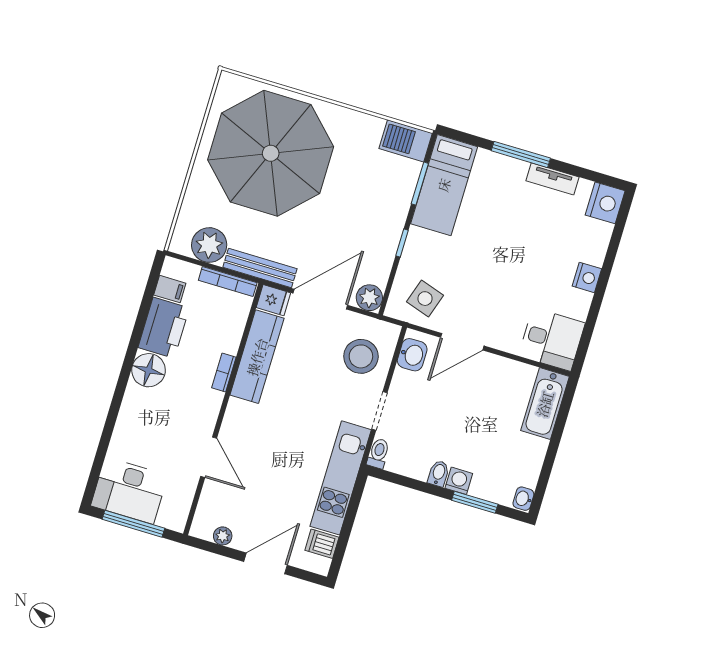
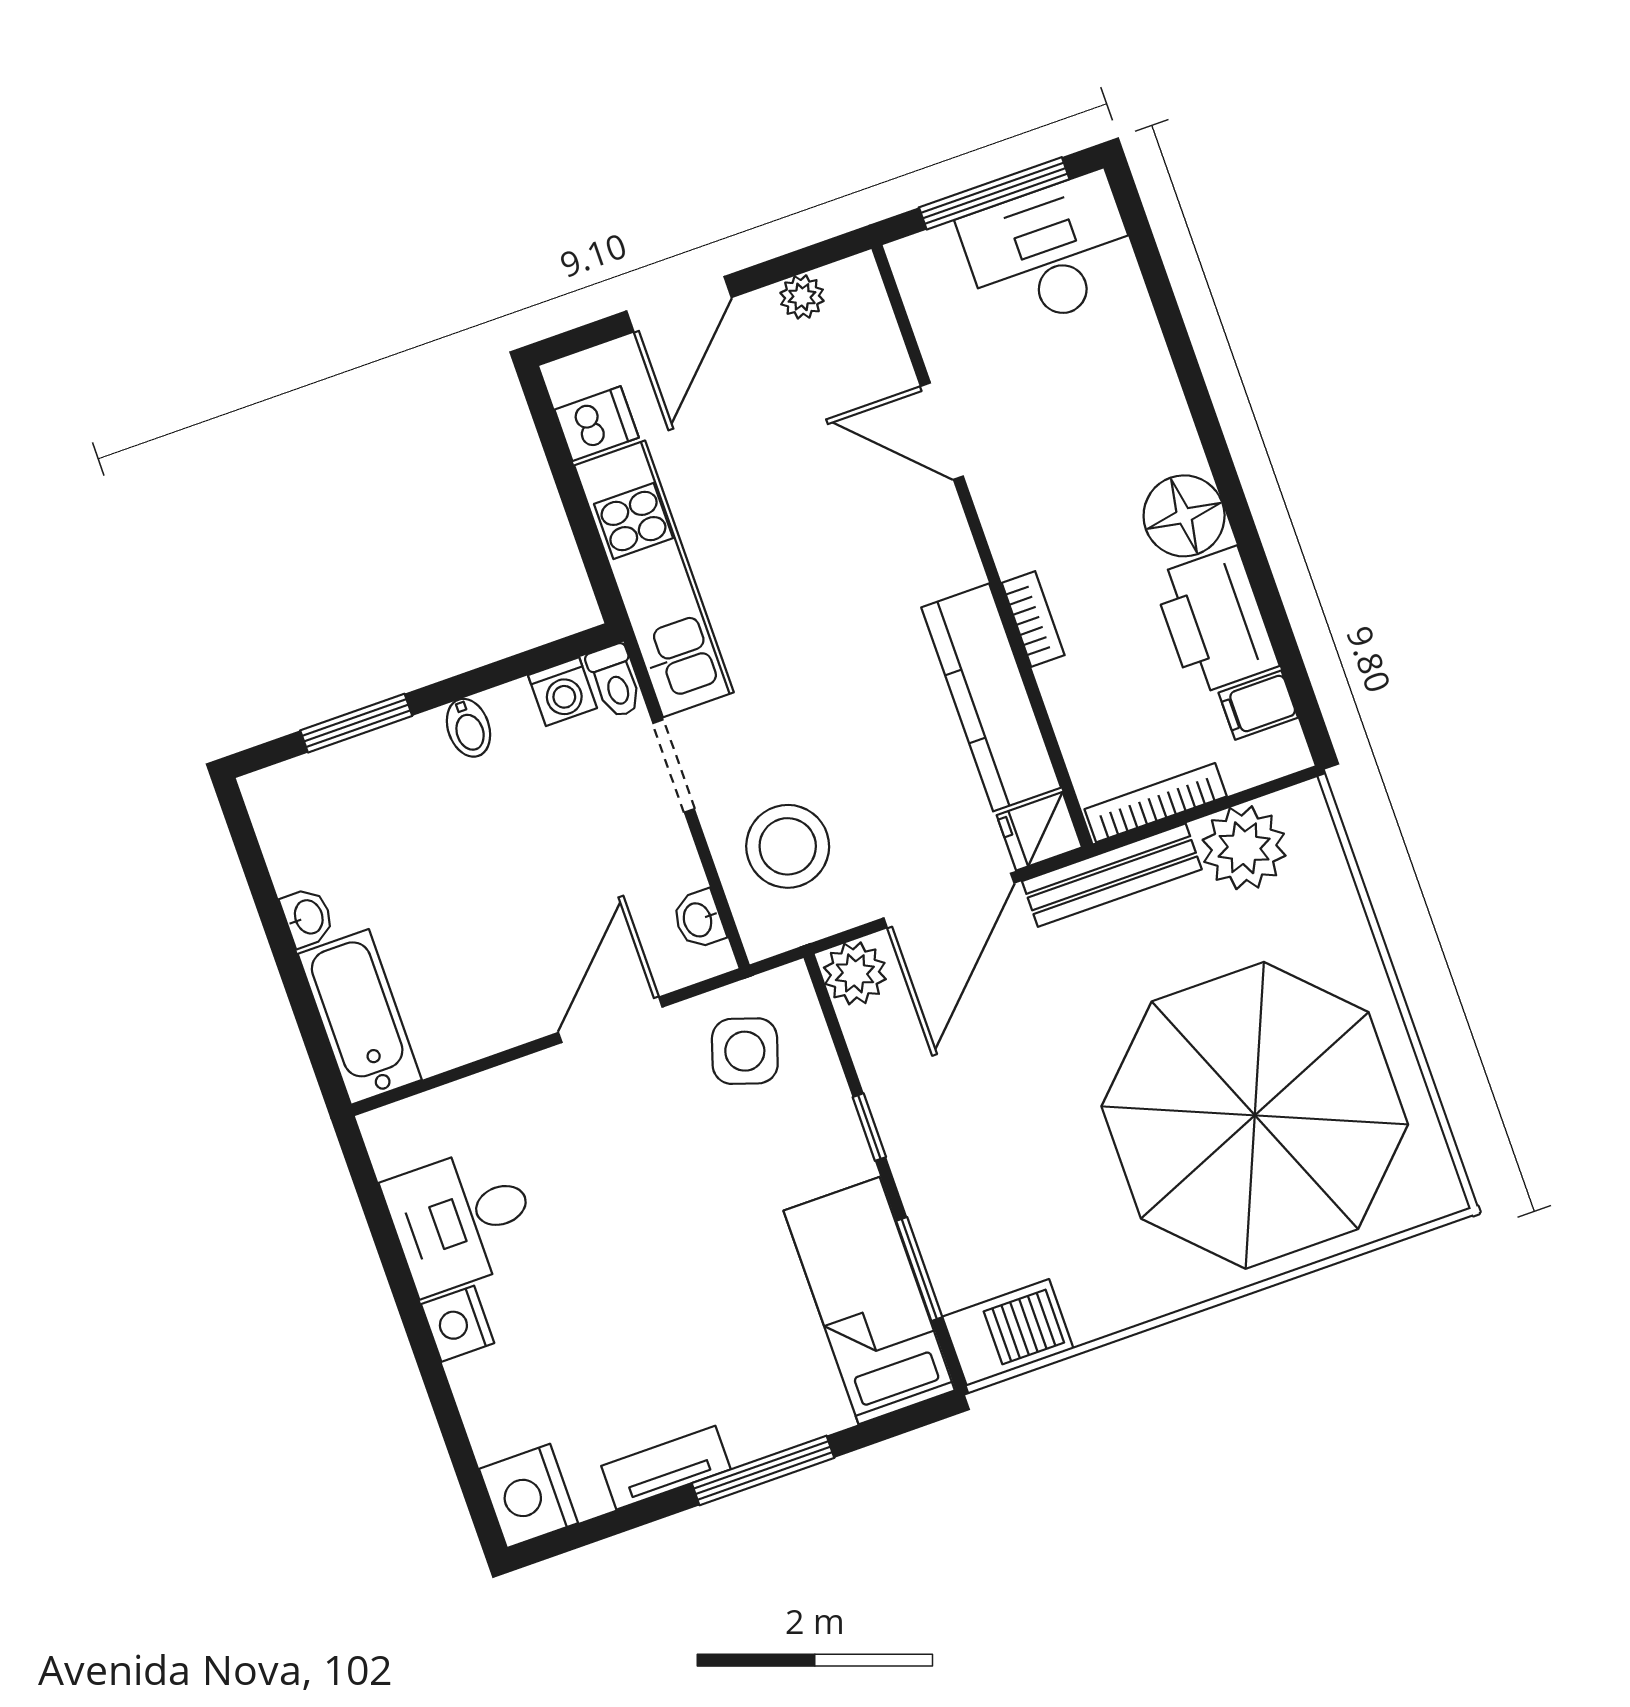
desk: (552, 339) -> (462, 1219), moved
washbasin: (412, 355) -> (699, 919), width x0.72, depth x0.69
washing machine: (459, 481) -> (562, 692), moved
washbasin: (523, 499) -> (308, 917), moved

